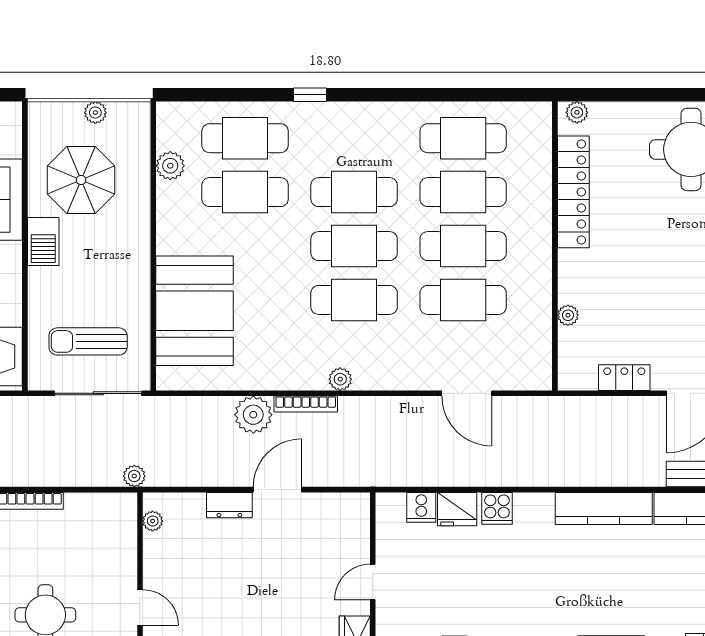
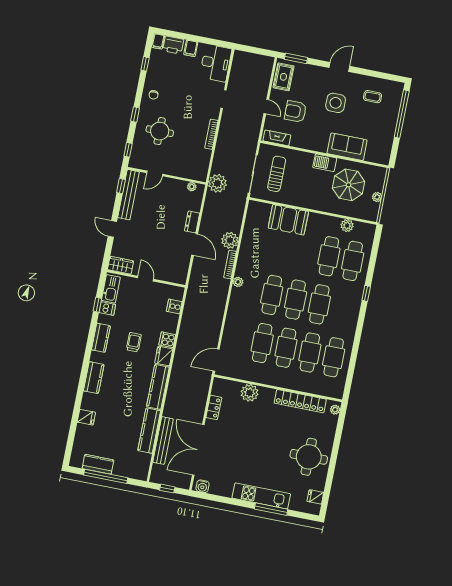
booth: (195, 311) -> (288, 220), width x0.73, depth x0.70
plant: (568, 315) -> (250, 393), width x1.87, depth x1.87
door: (467, 393) -> (216, 360), moved
plant: (134, 476) -> (217, 183), width x1.87, depth x1.87
fridge: (457, 509) -> (164, 356), moved
trolley: (517, 580) -> (134, 342), added

